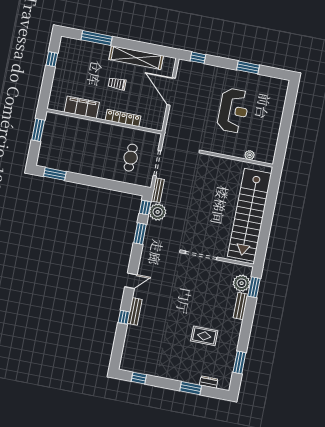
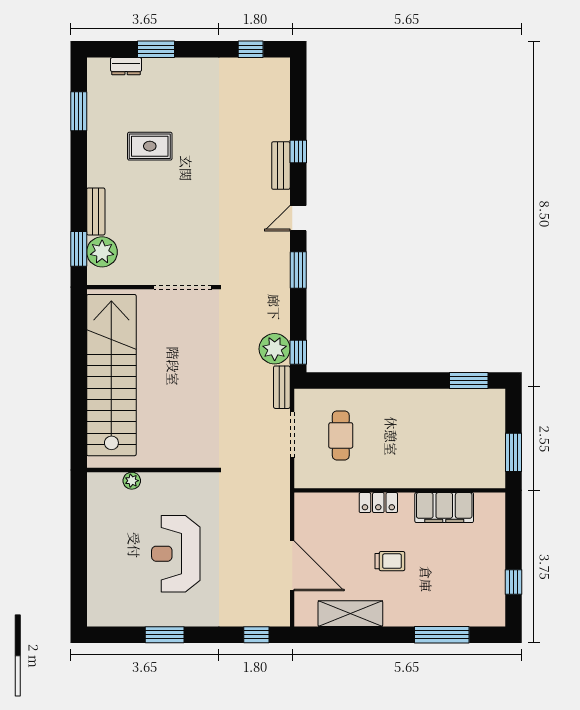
shelving: (136, 58) -> (350, 614), width x0.68
locker: (123, 118) -> (378, 503), width x0.66
window: (140, 234) -> (298, 270), moved

